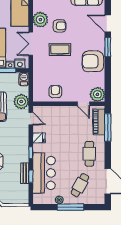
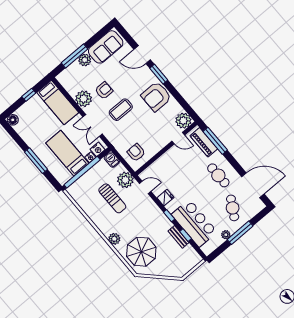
armchair: (55, 92) -> (136, 152), moved

